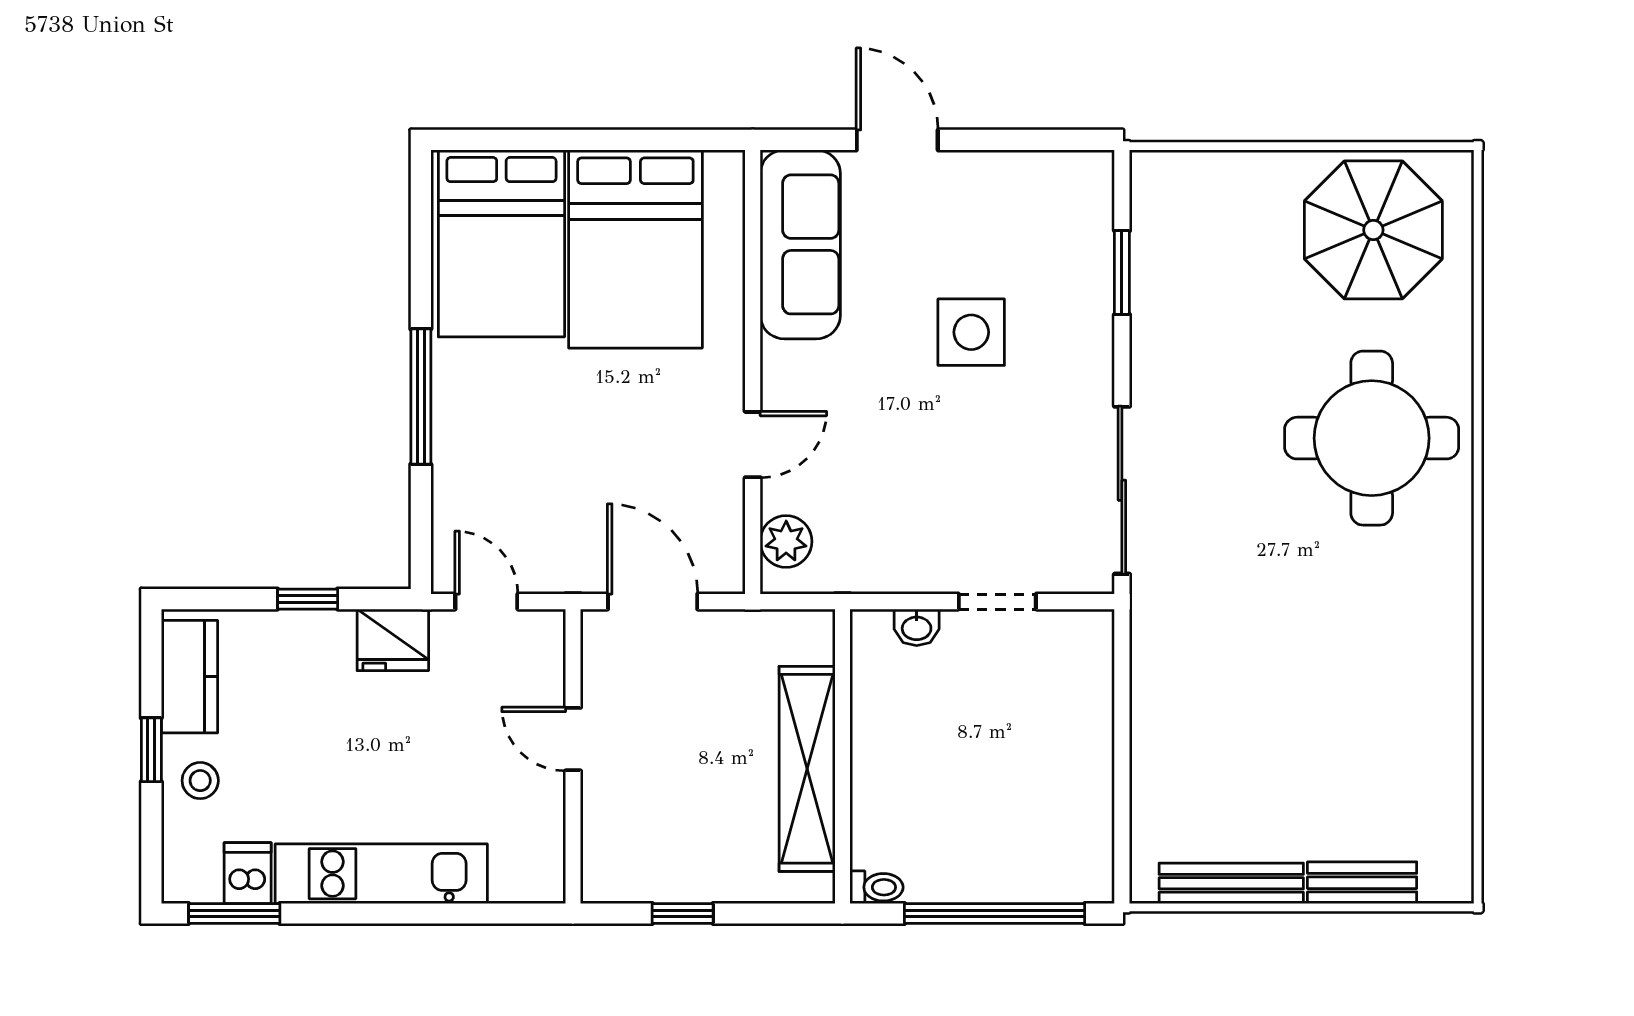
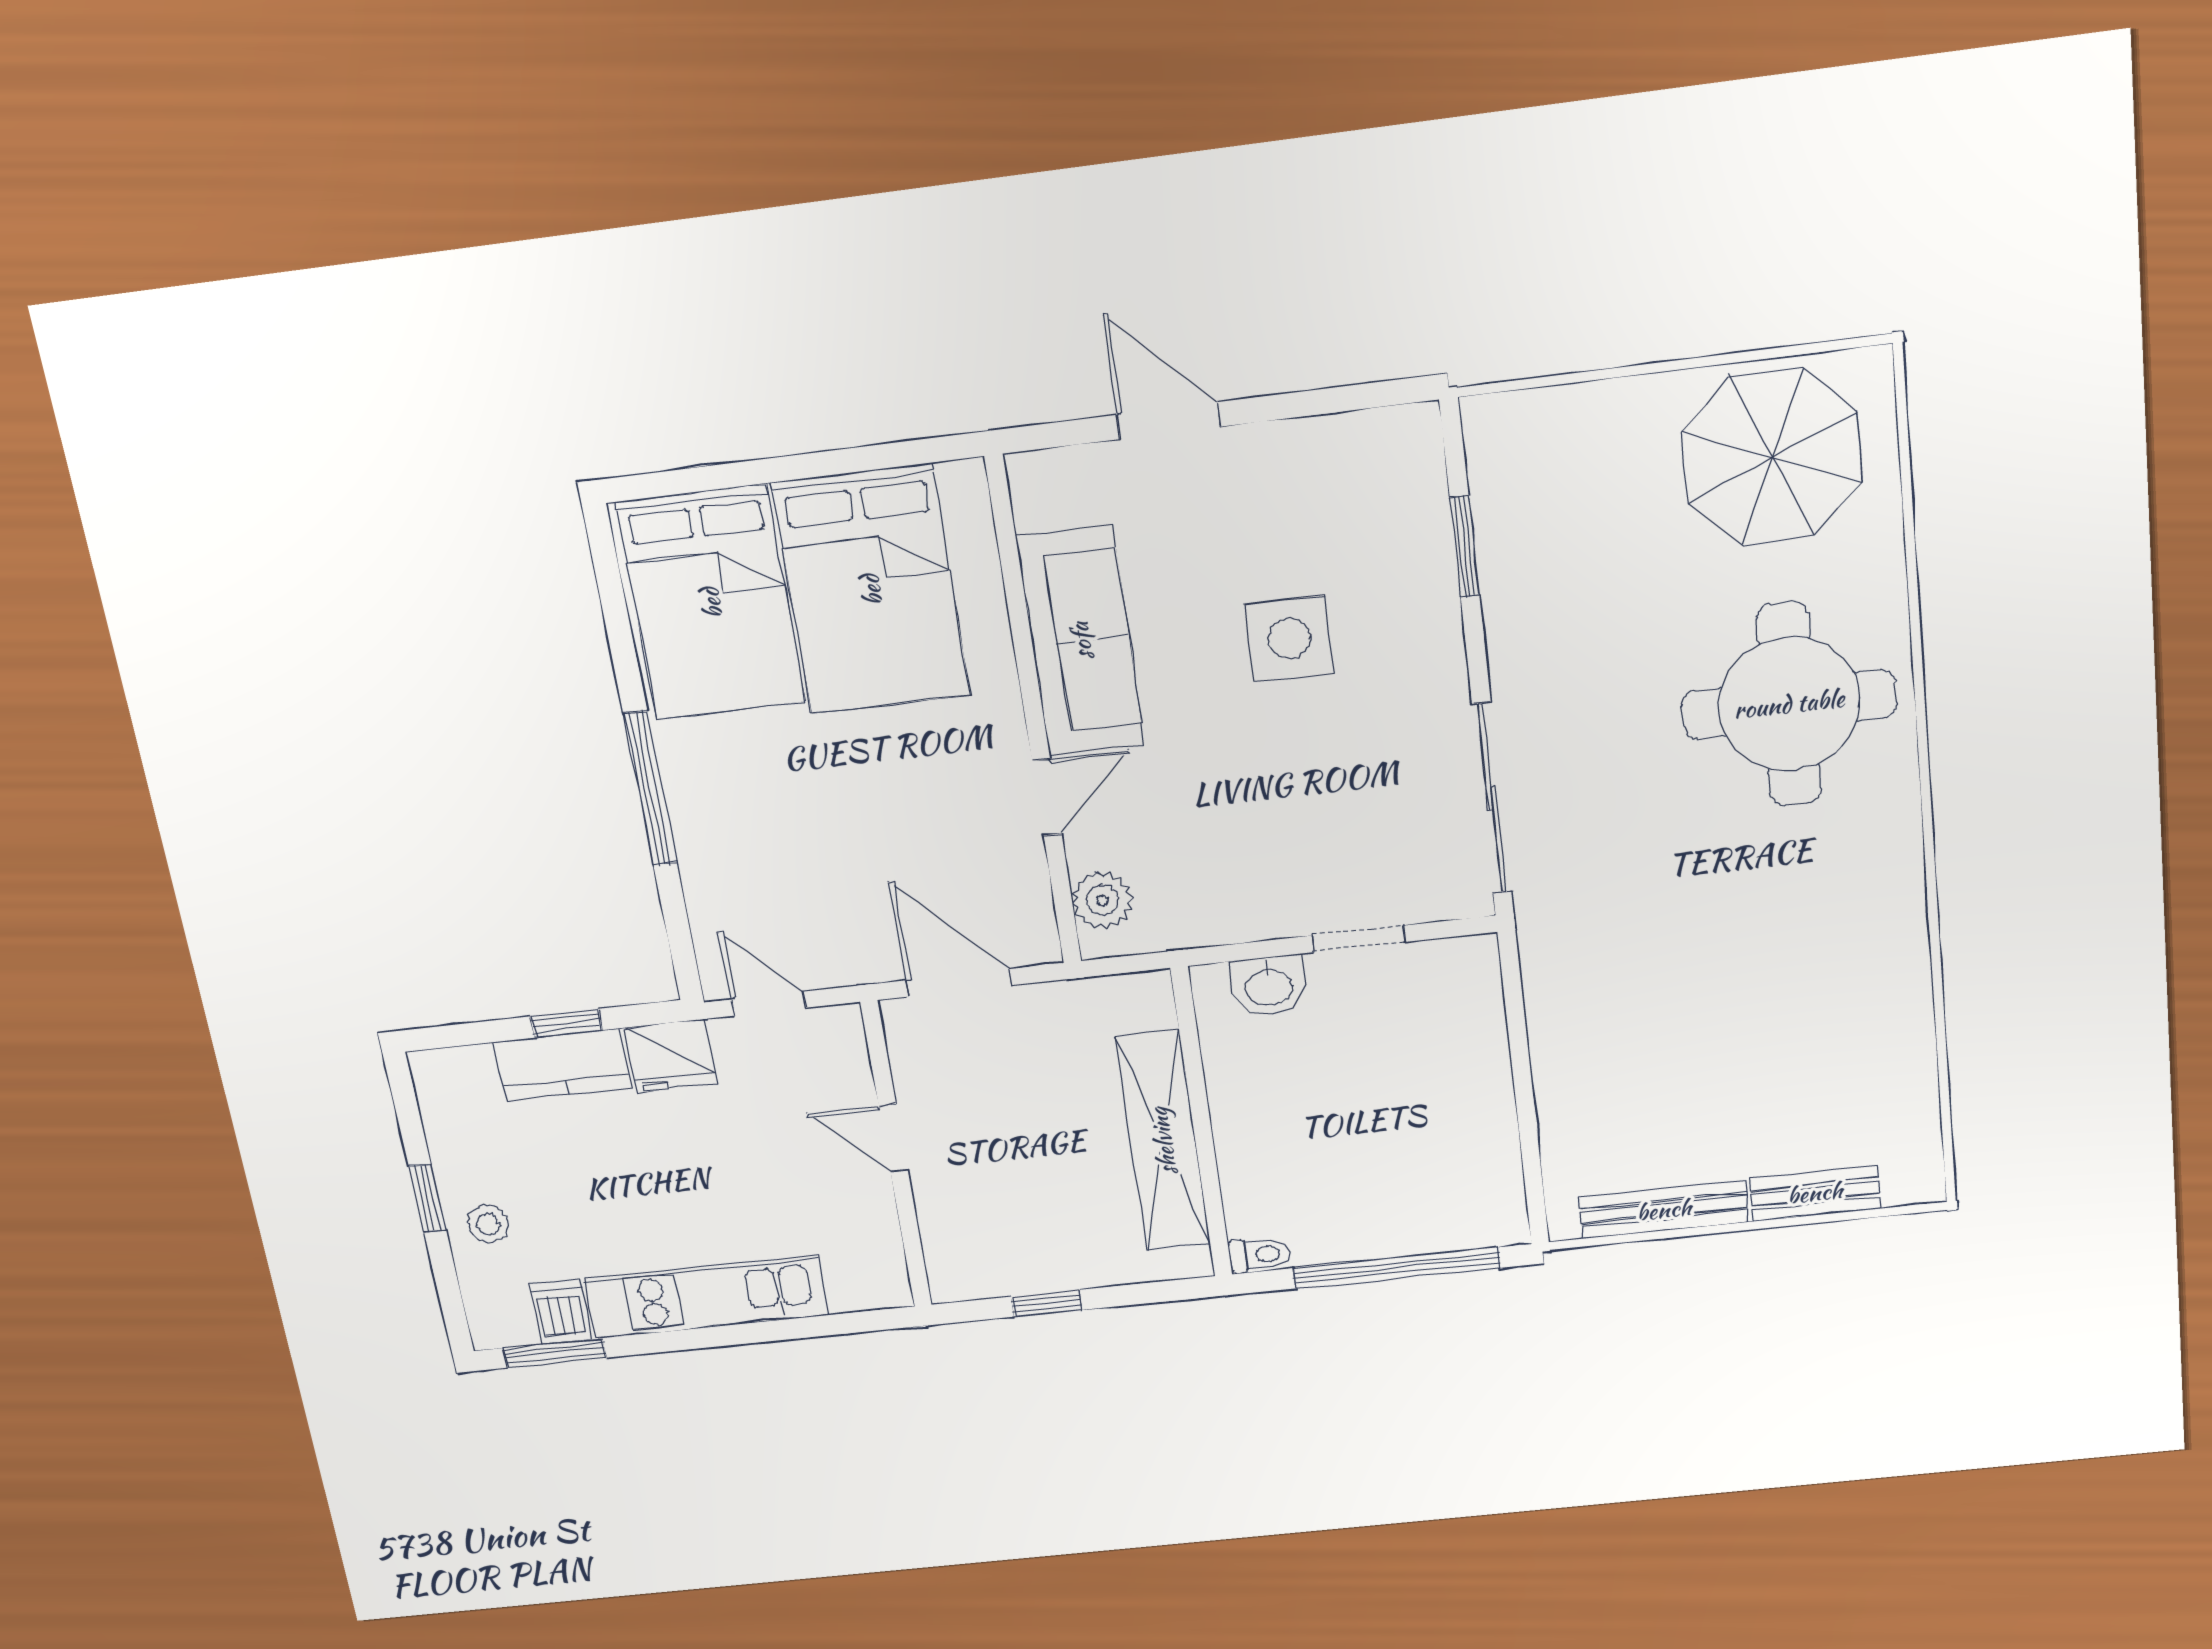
sofa: (800, 244) -> (1081, 641), moved
washbasin: (917, 627) -> (1269, 986), width x1.38, depth x1.45
kitchen counter: (189, 677) -> (563, 1065), moved, turned 90

